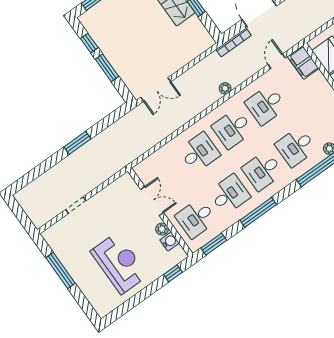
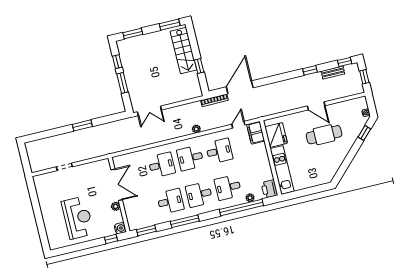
desk: (266, 105) -> (219, 151), turned 180
double door: (152, 201) -> (117, 185), width x1.37
desk: (196, 218) -> (142, 208), removed
water cooler: (170, 241) -> (120, 228), moved
window: (60, 271) -> (36, 207), removed

